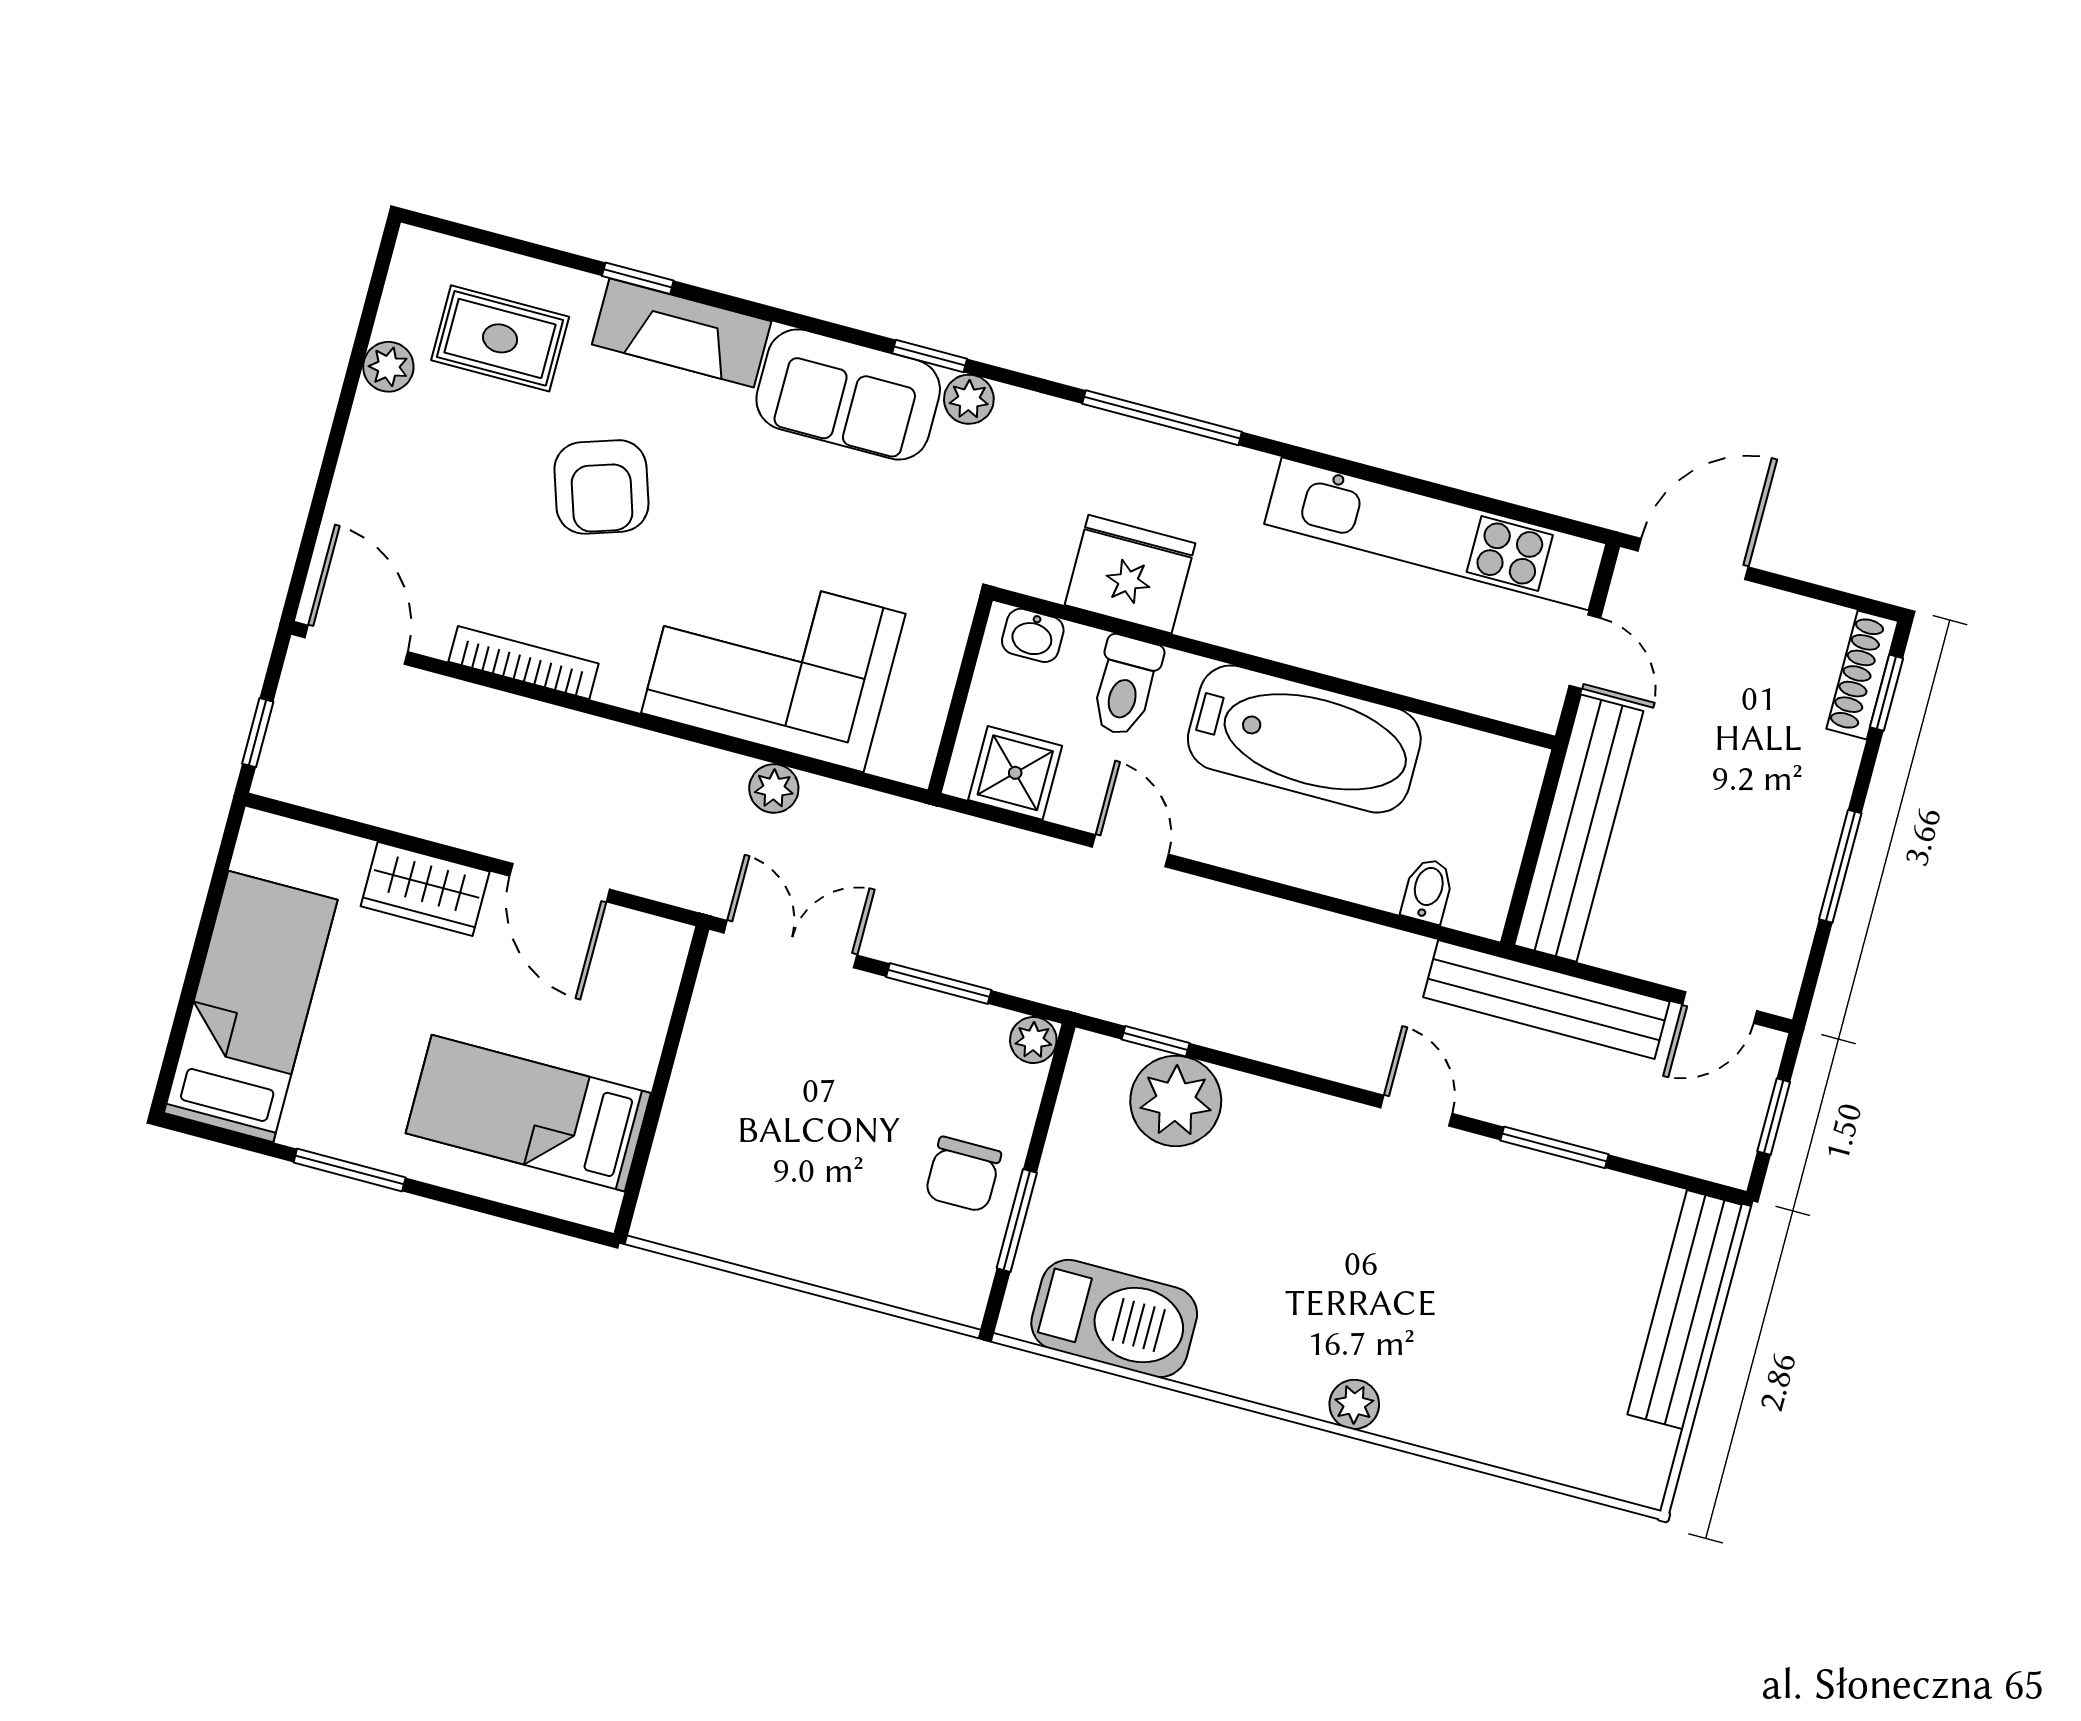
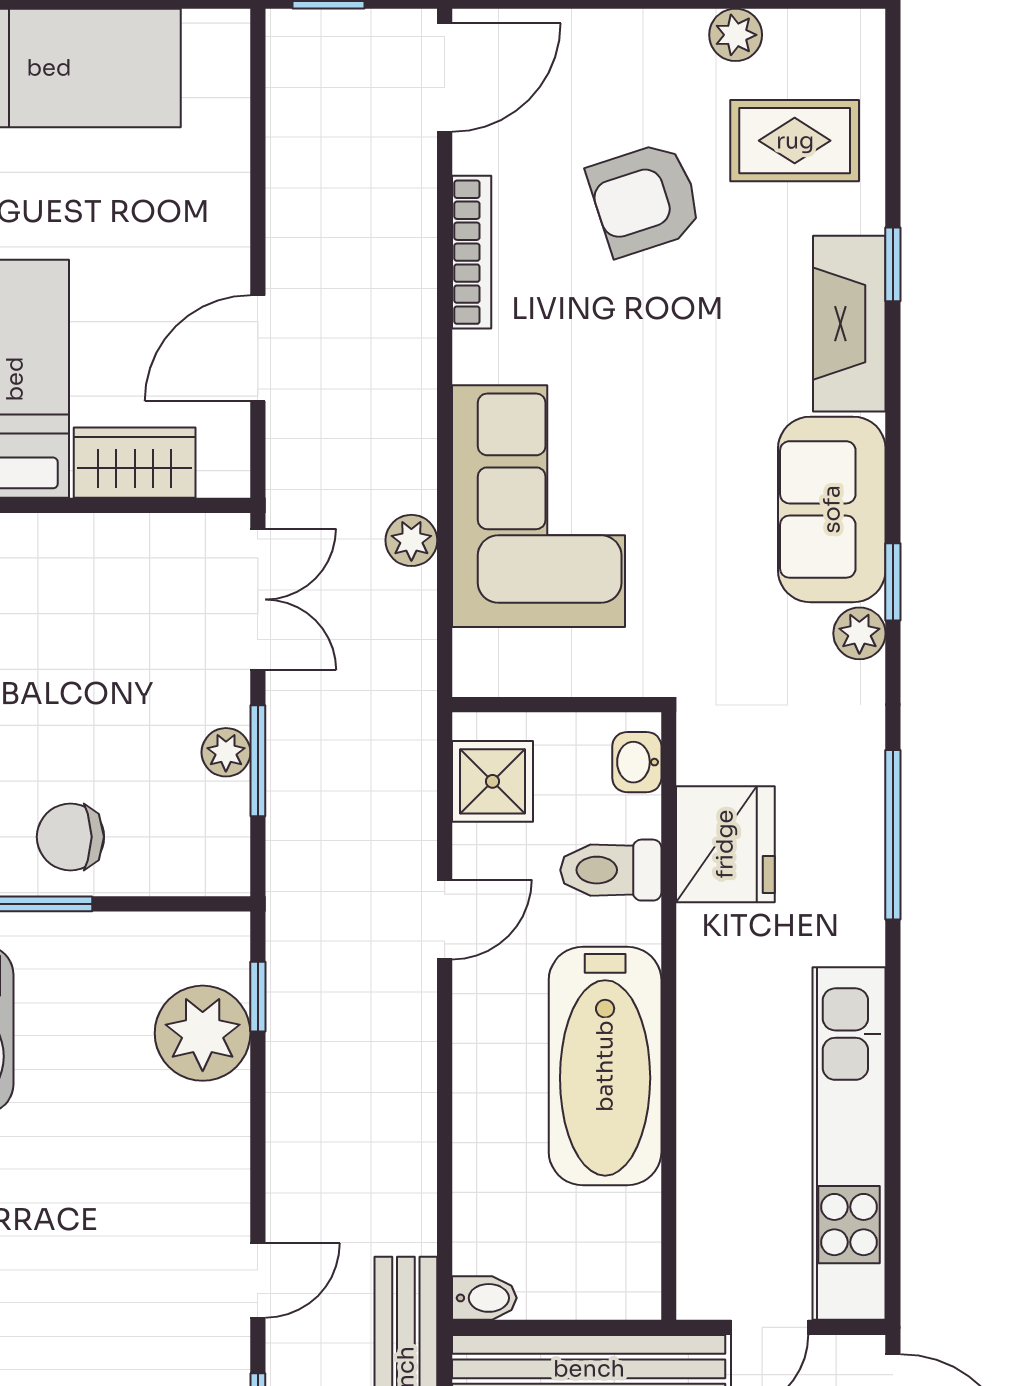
rug: (500, 338) -> (795, 141), turned 90
armchair: (601, 487) -> (645, 199), moved
wardrobe: (425, 889) -> (135, 463), moved, turned 90
bidet: (1428, 891) -> (484, 1298), moved
plant: (1033, 1040) -> (226, 752), moved

